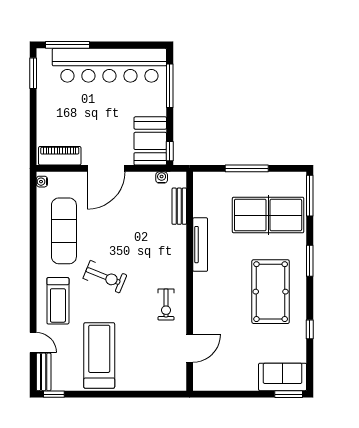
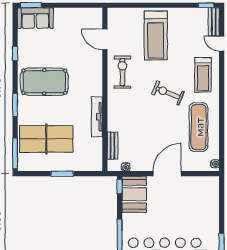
piano: (60, 156) -> (202, 183), removed
window: (247, 168) -> (62, 174), width x0.69
pool table: (271, 292) -> (44, 82), turned 90
treadmill: (58, 301) -> (203, 75), turned 180
exercise bike: (166, 305) -> (122, 72), width x1.38, depth x1.39
door: (190, 348) -> (105, 39), hinge flipped
treadmill: (99, 355) -> (156, 36), moved

